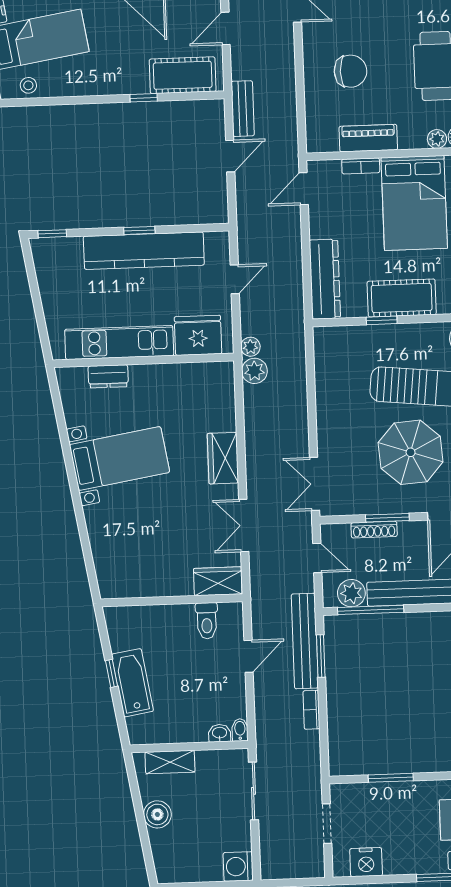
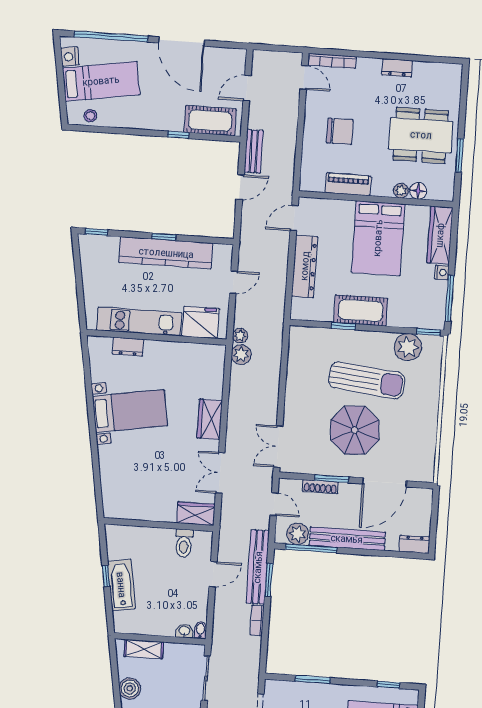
bookcase: (361, 166) -> (340, 205), removed
dresser: (325, 279) -> (305, 266), moved

